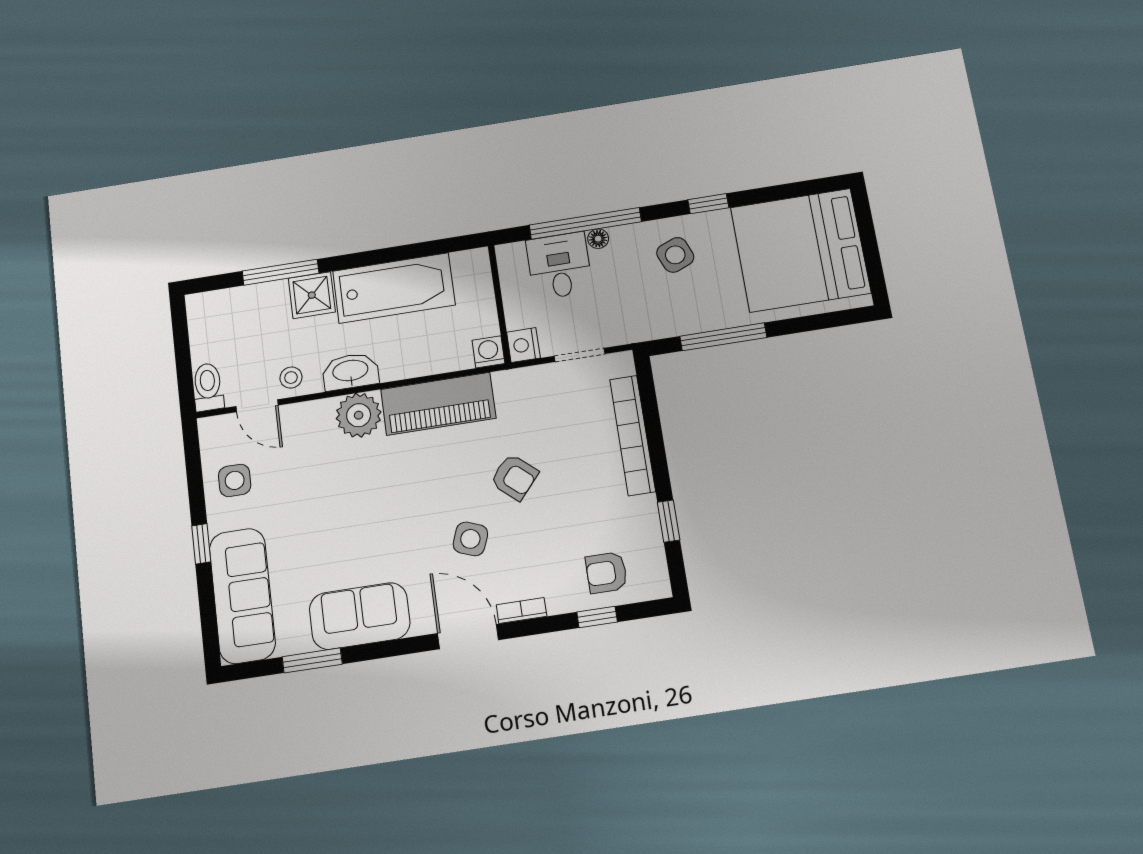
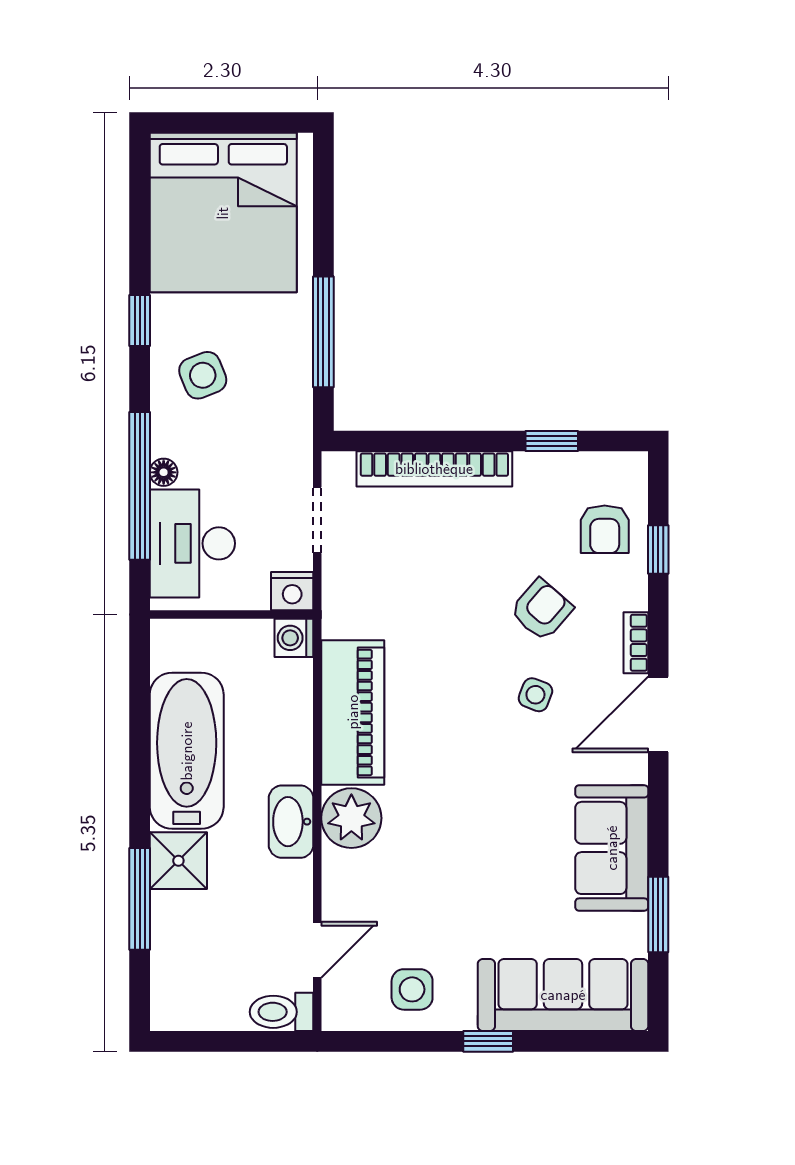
desk: (559, 266) -> (192, 543), width x1.37
stool: (291, 378) -> (287, 901), removed
armchair: (514, 477) -> (542, 610), moved
side table: (470, 539) -> (535, 695), width x0.73, depth x0.73

